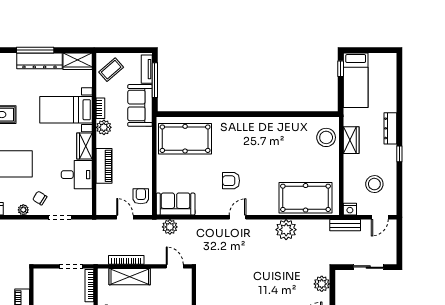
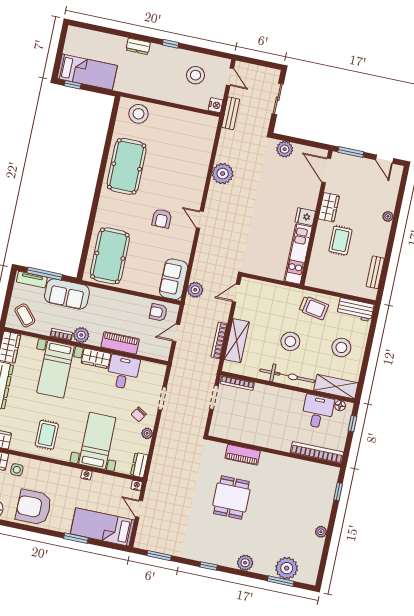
dresser: (390, 128) -> (138, 46), width x0.70
wardrobe: (351, 140) -> (146, 89), removed
pool table: (306, 198) -> (127, 166), moved

